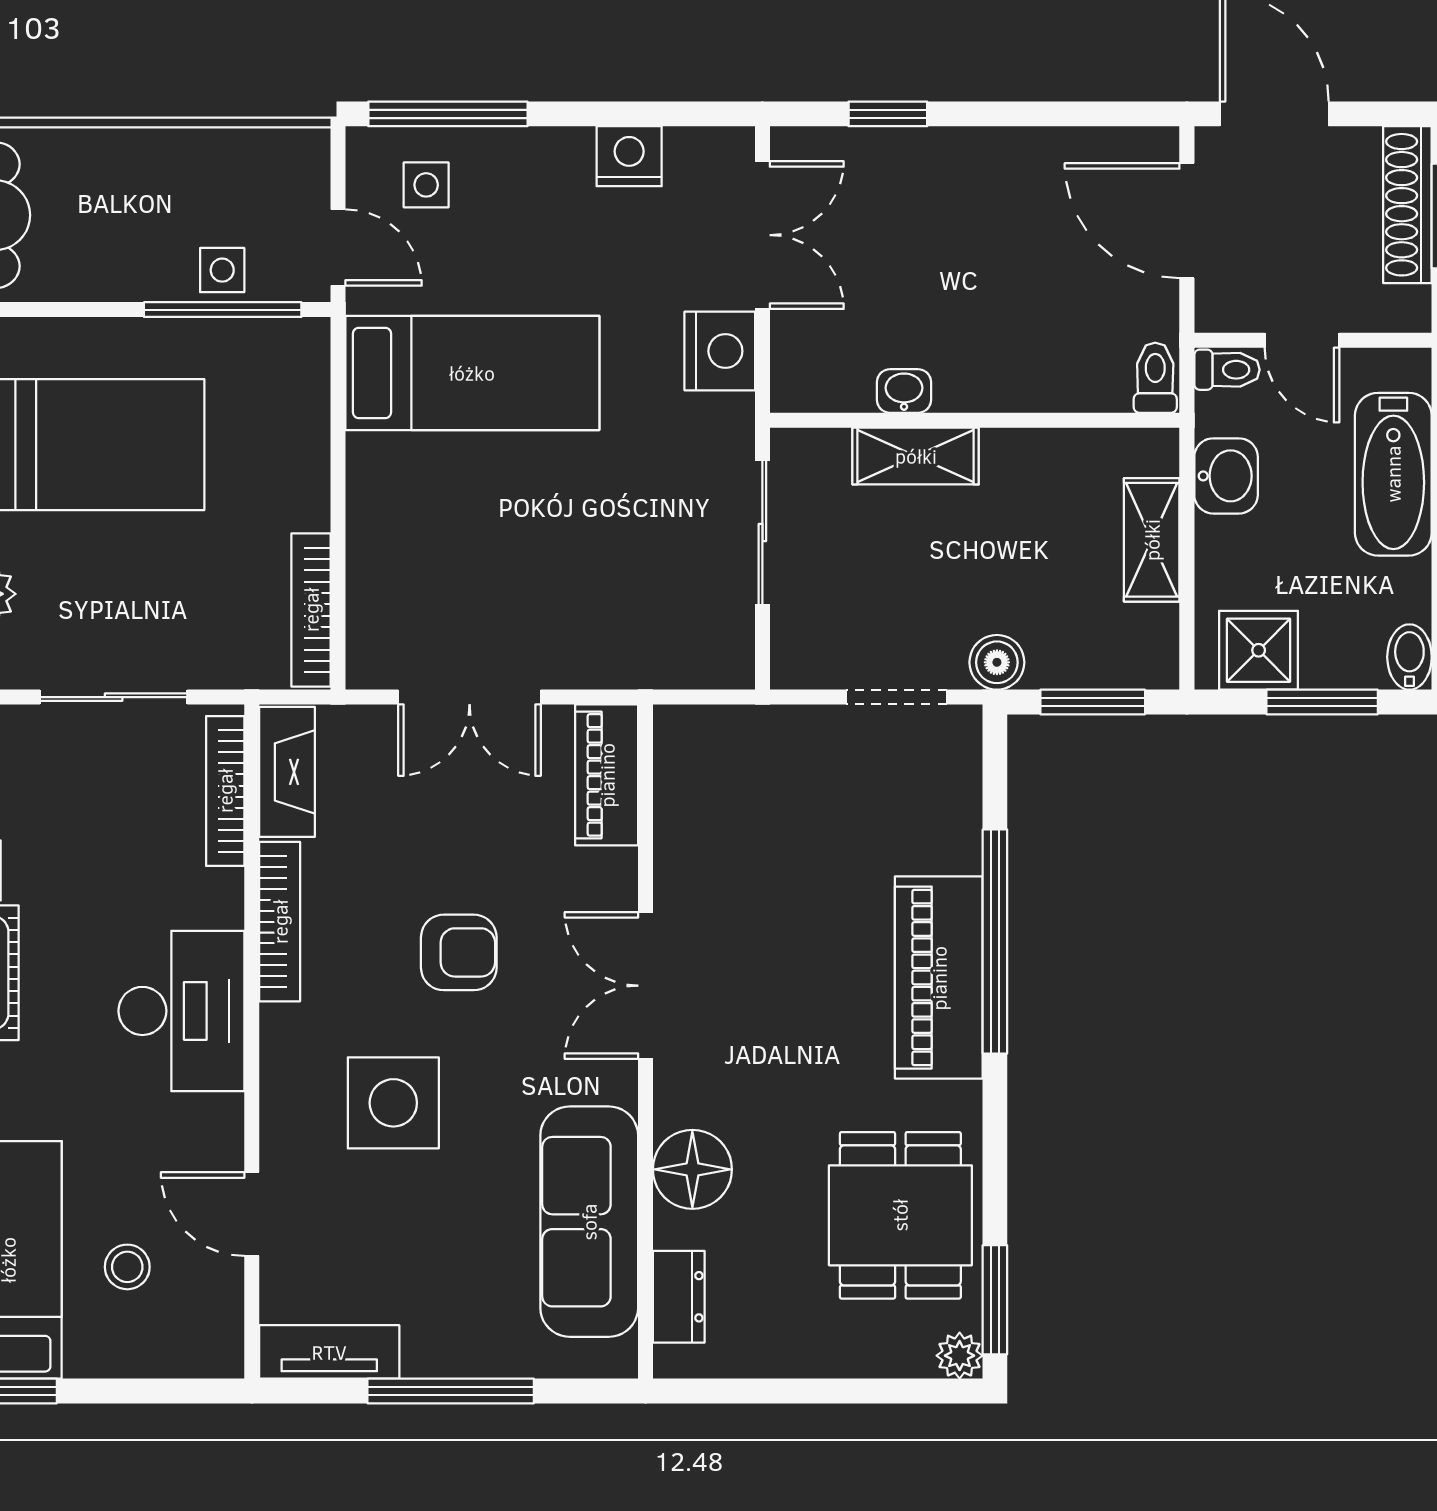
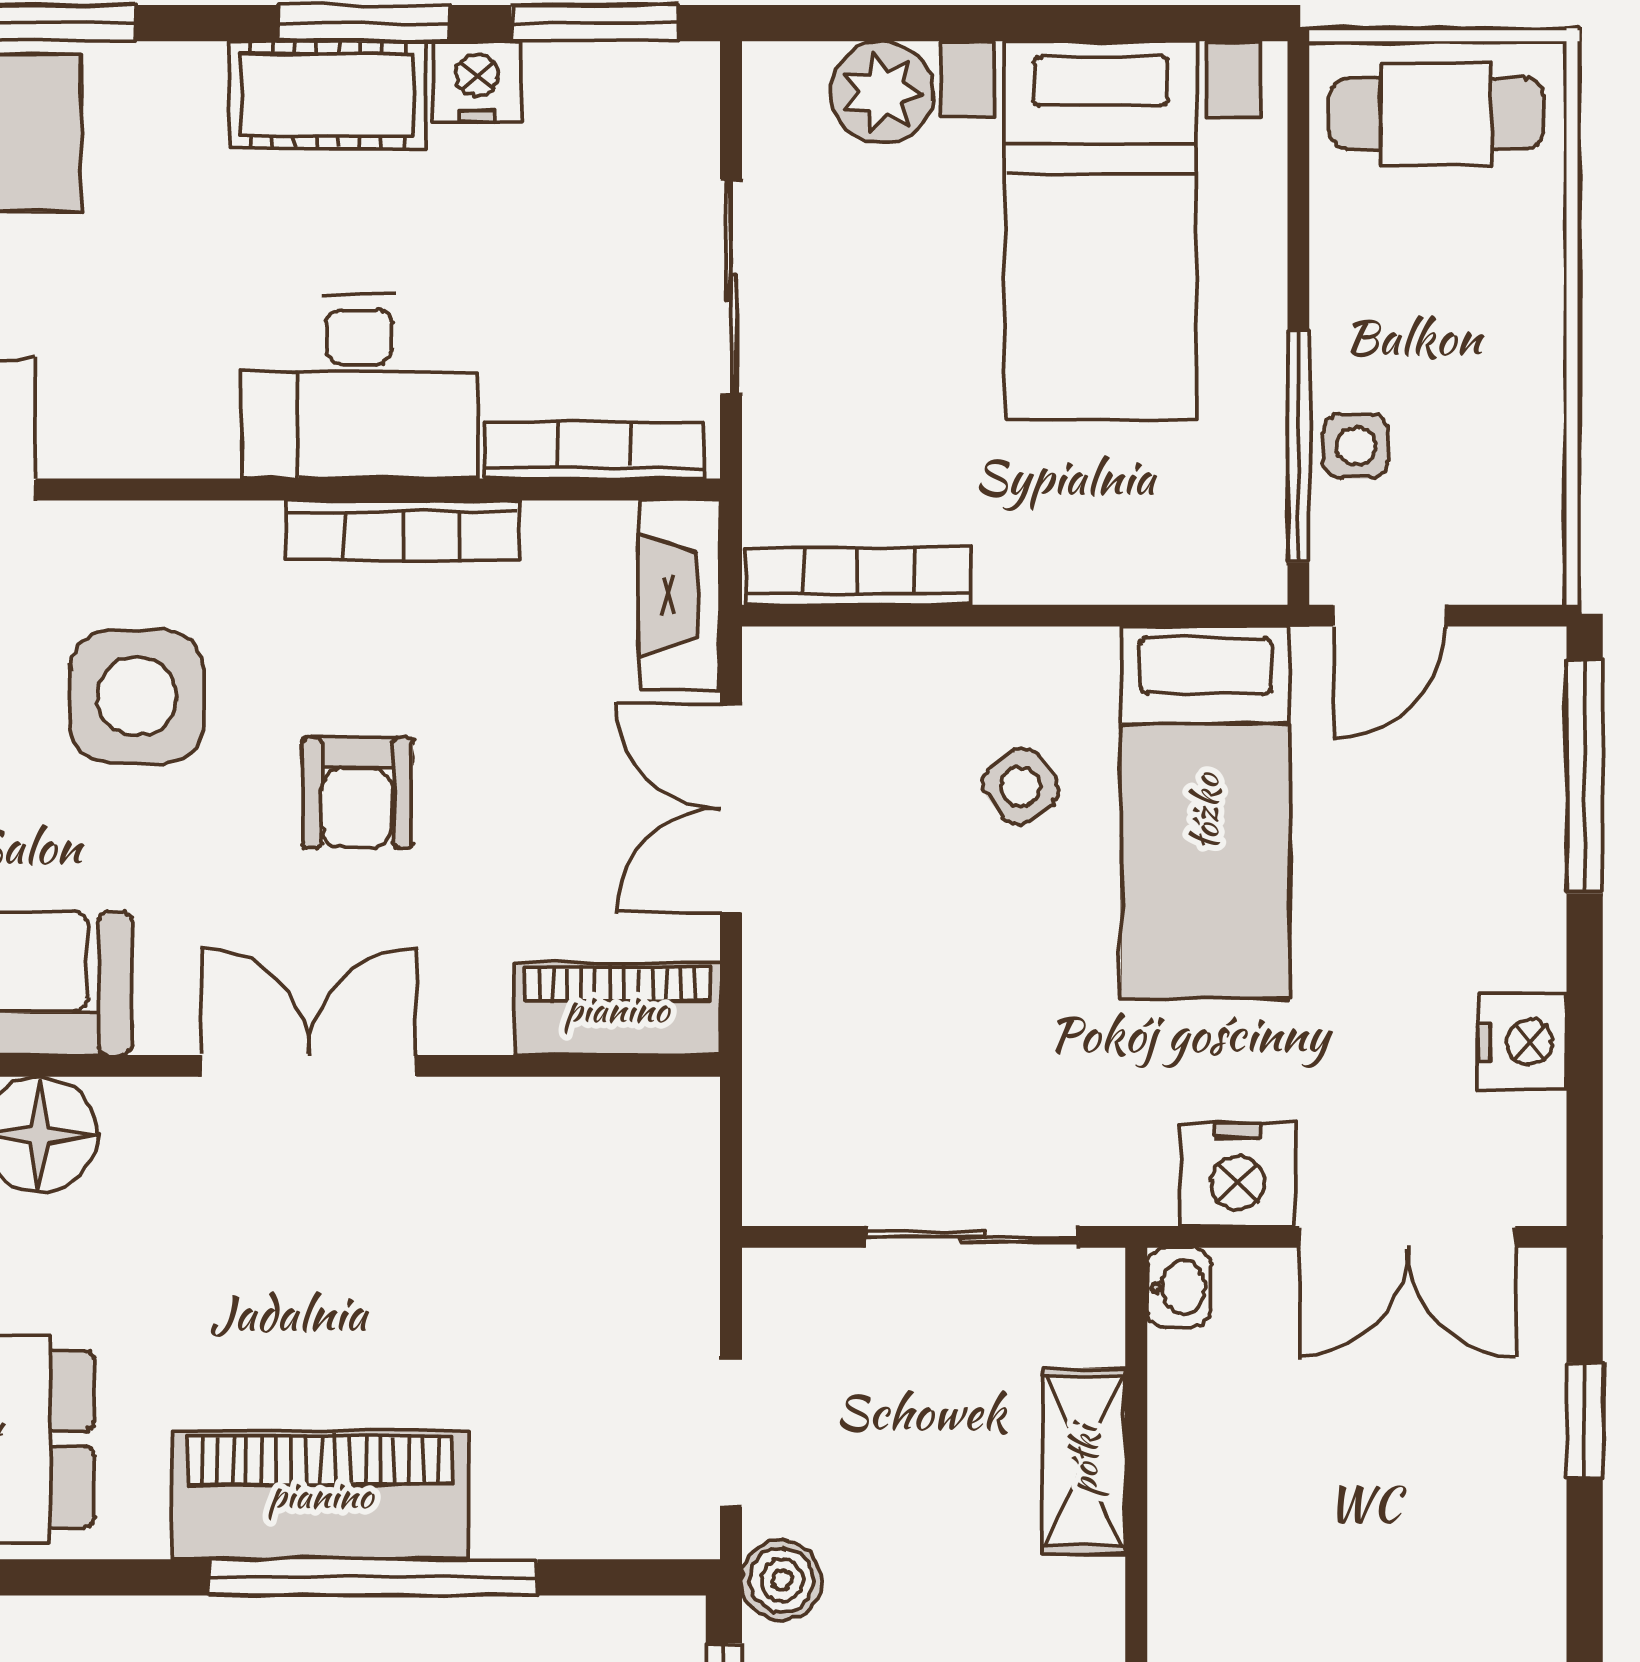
side table: (426, 185) -> (1020, 787), moved, turned -36
washbasin: (904, 391) -> (1179, 1287), moved
fireplace: (287, 772) -> (680, 596), moved, turned 90
desk: (181, 1011) -> (359, 387), moved

